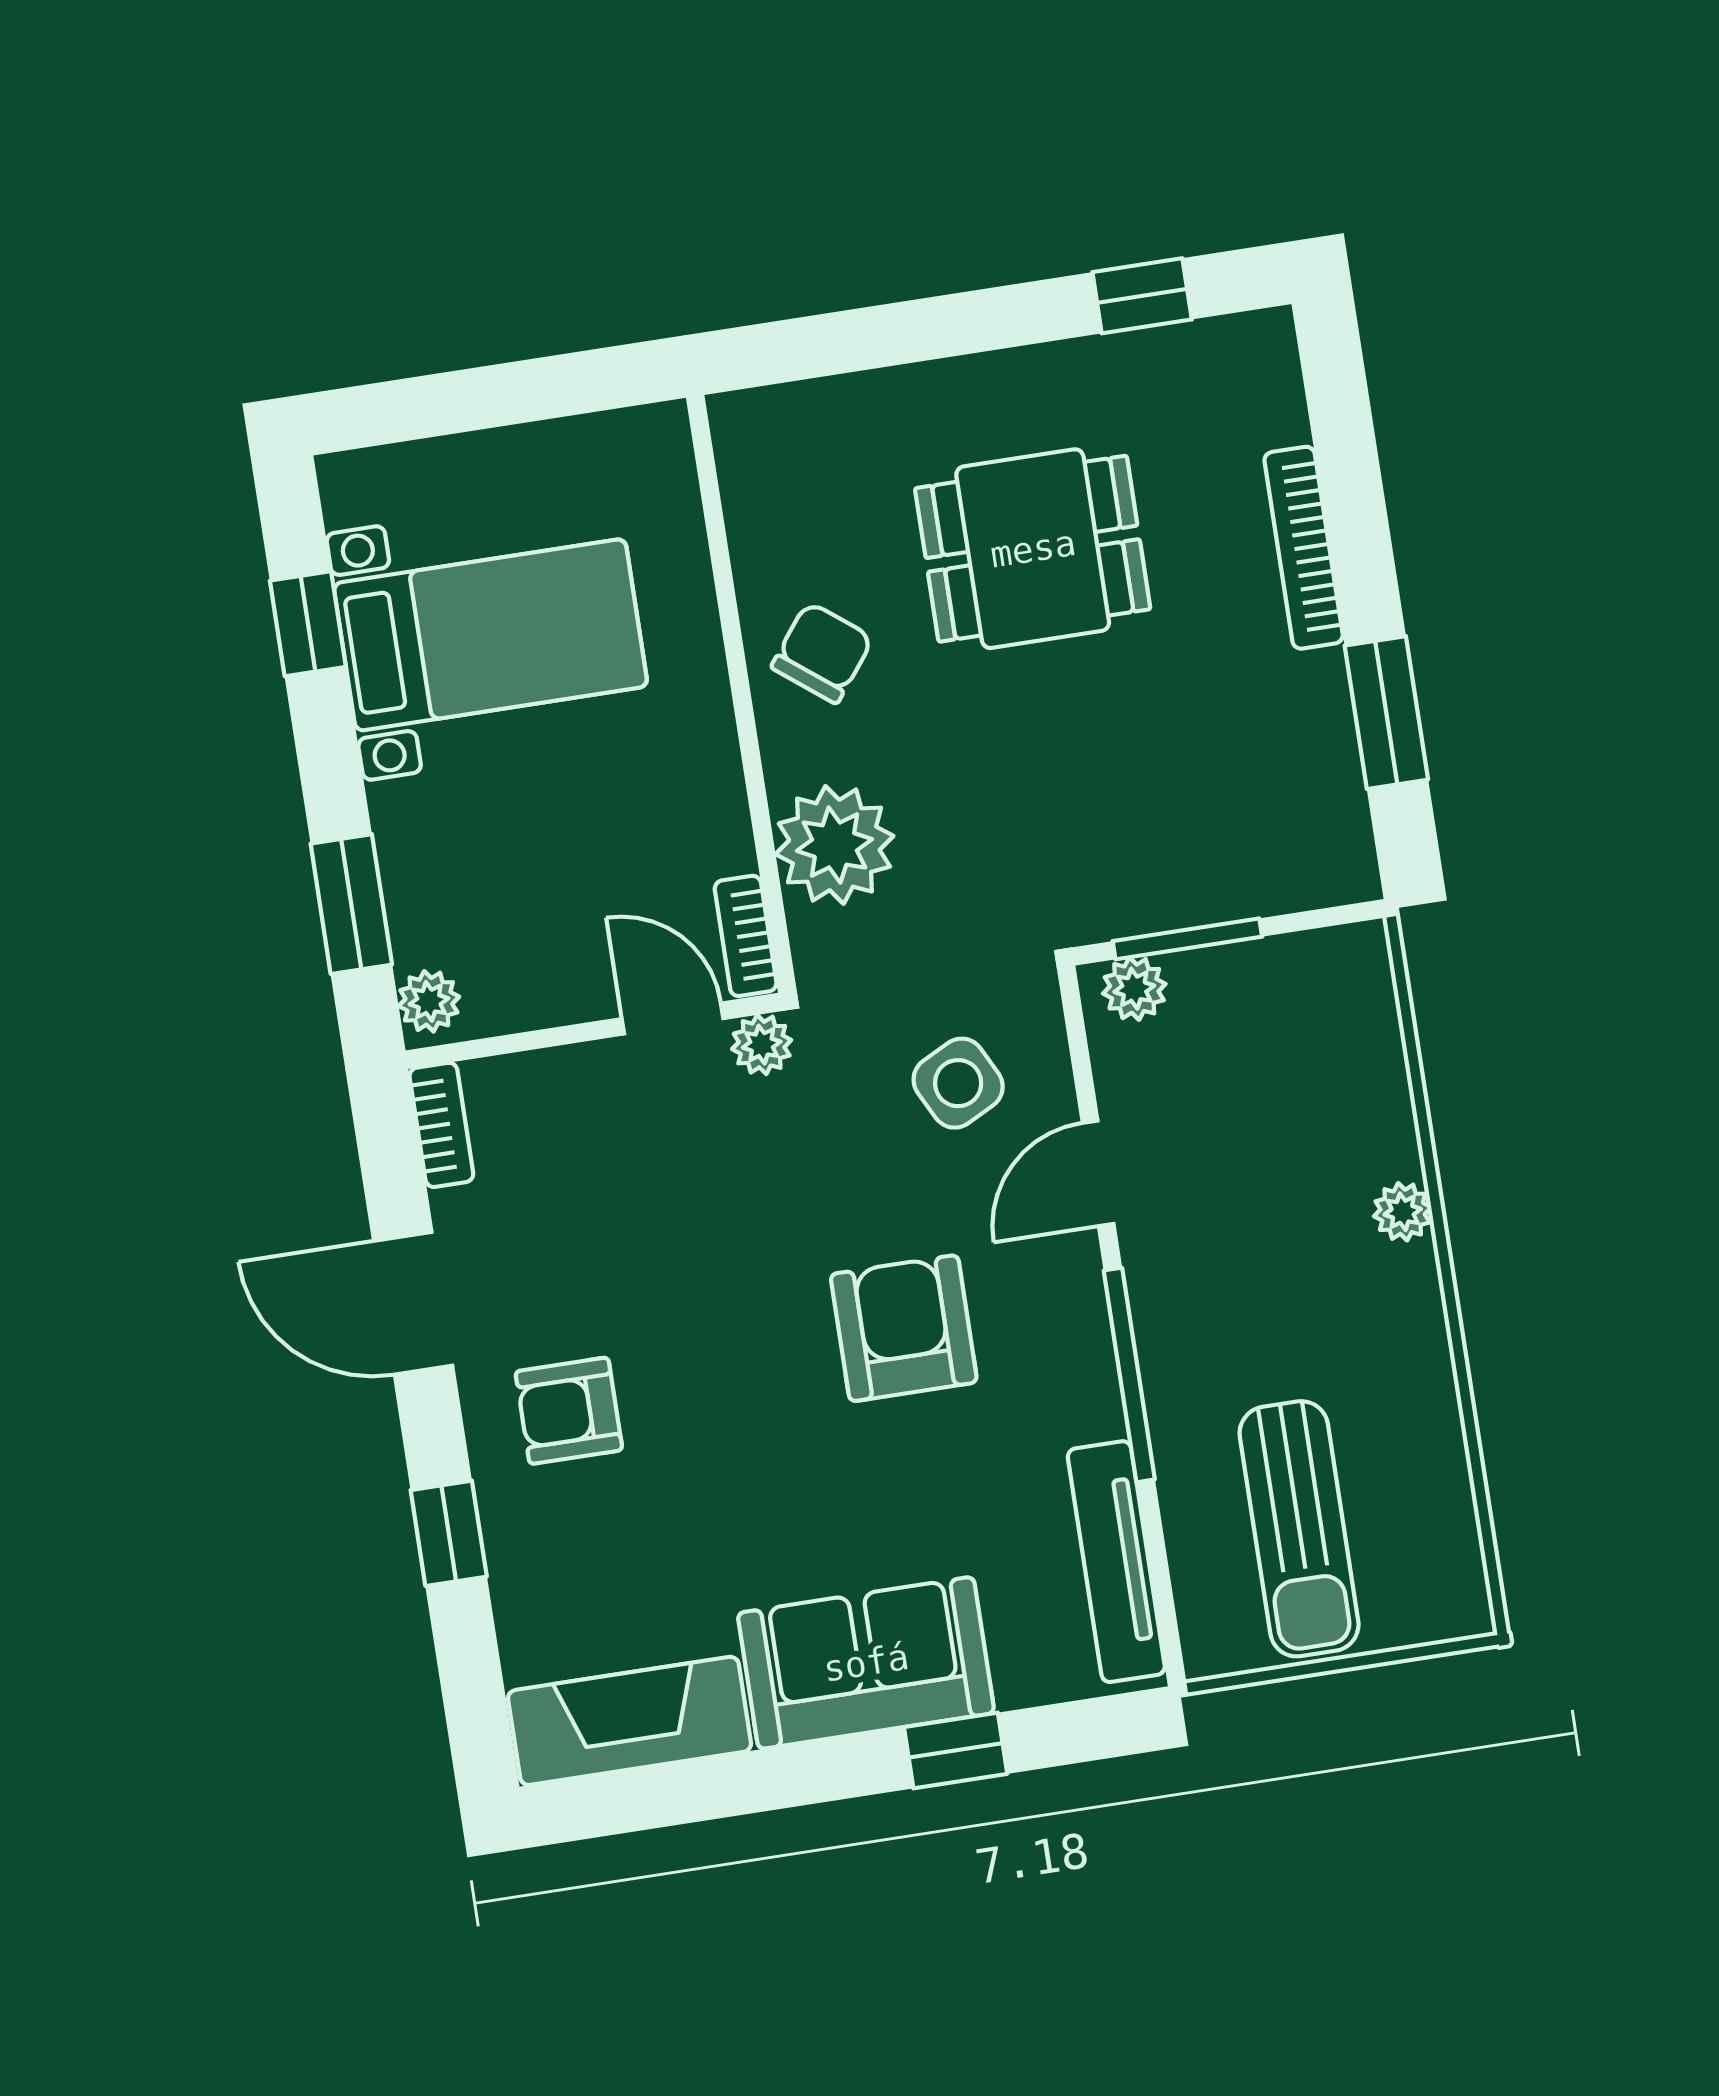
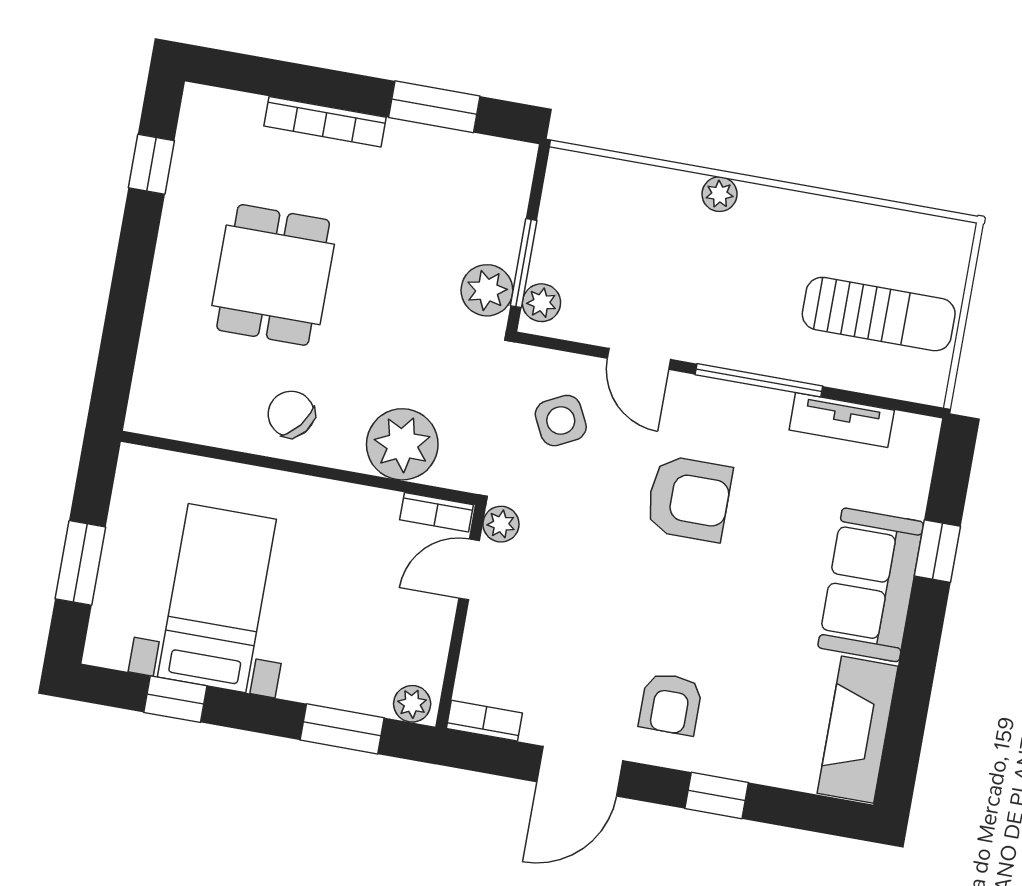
window: (472, 399) -> (80, 563), added
plant: (1124, 896) -> (487, 290), added
armchair: (904, 1328) -> (689, 499), turned 180
tv unit: (1116, 1562) -> (842, 420), width x0.71

